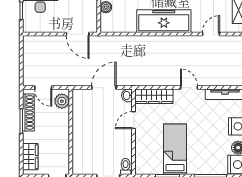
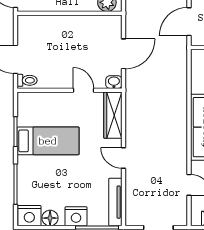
door: (104, 88) -> (123, 54), hinge flipped
door: (189, 88) -> (123, 158), swing flipped

